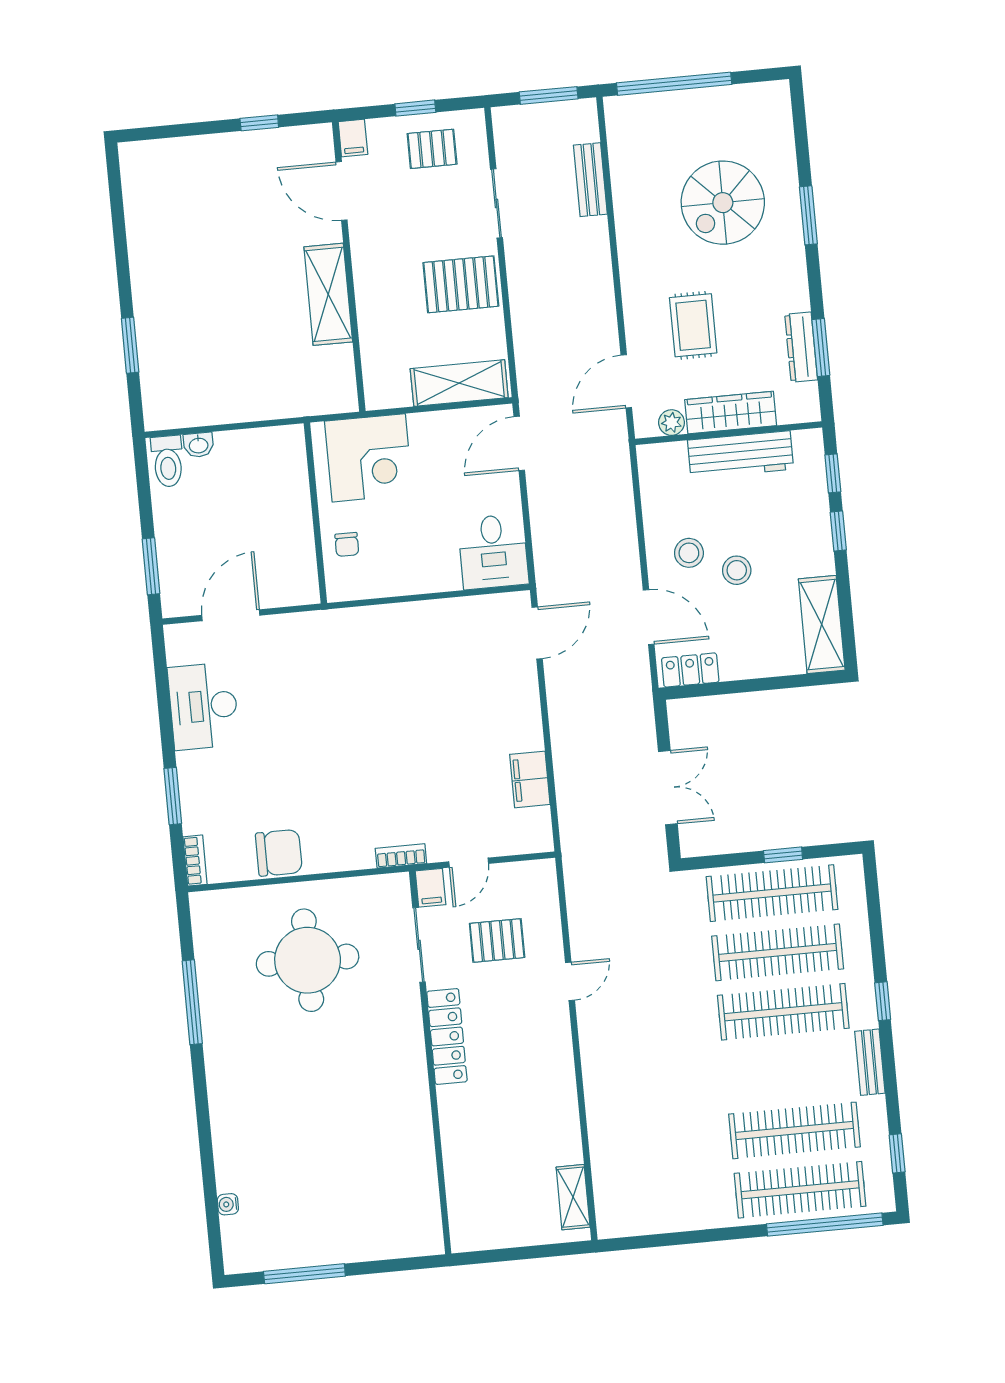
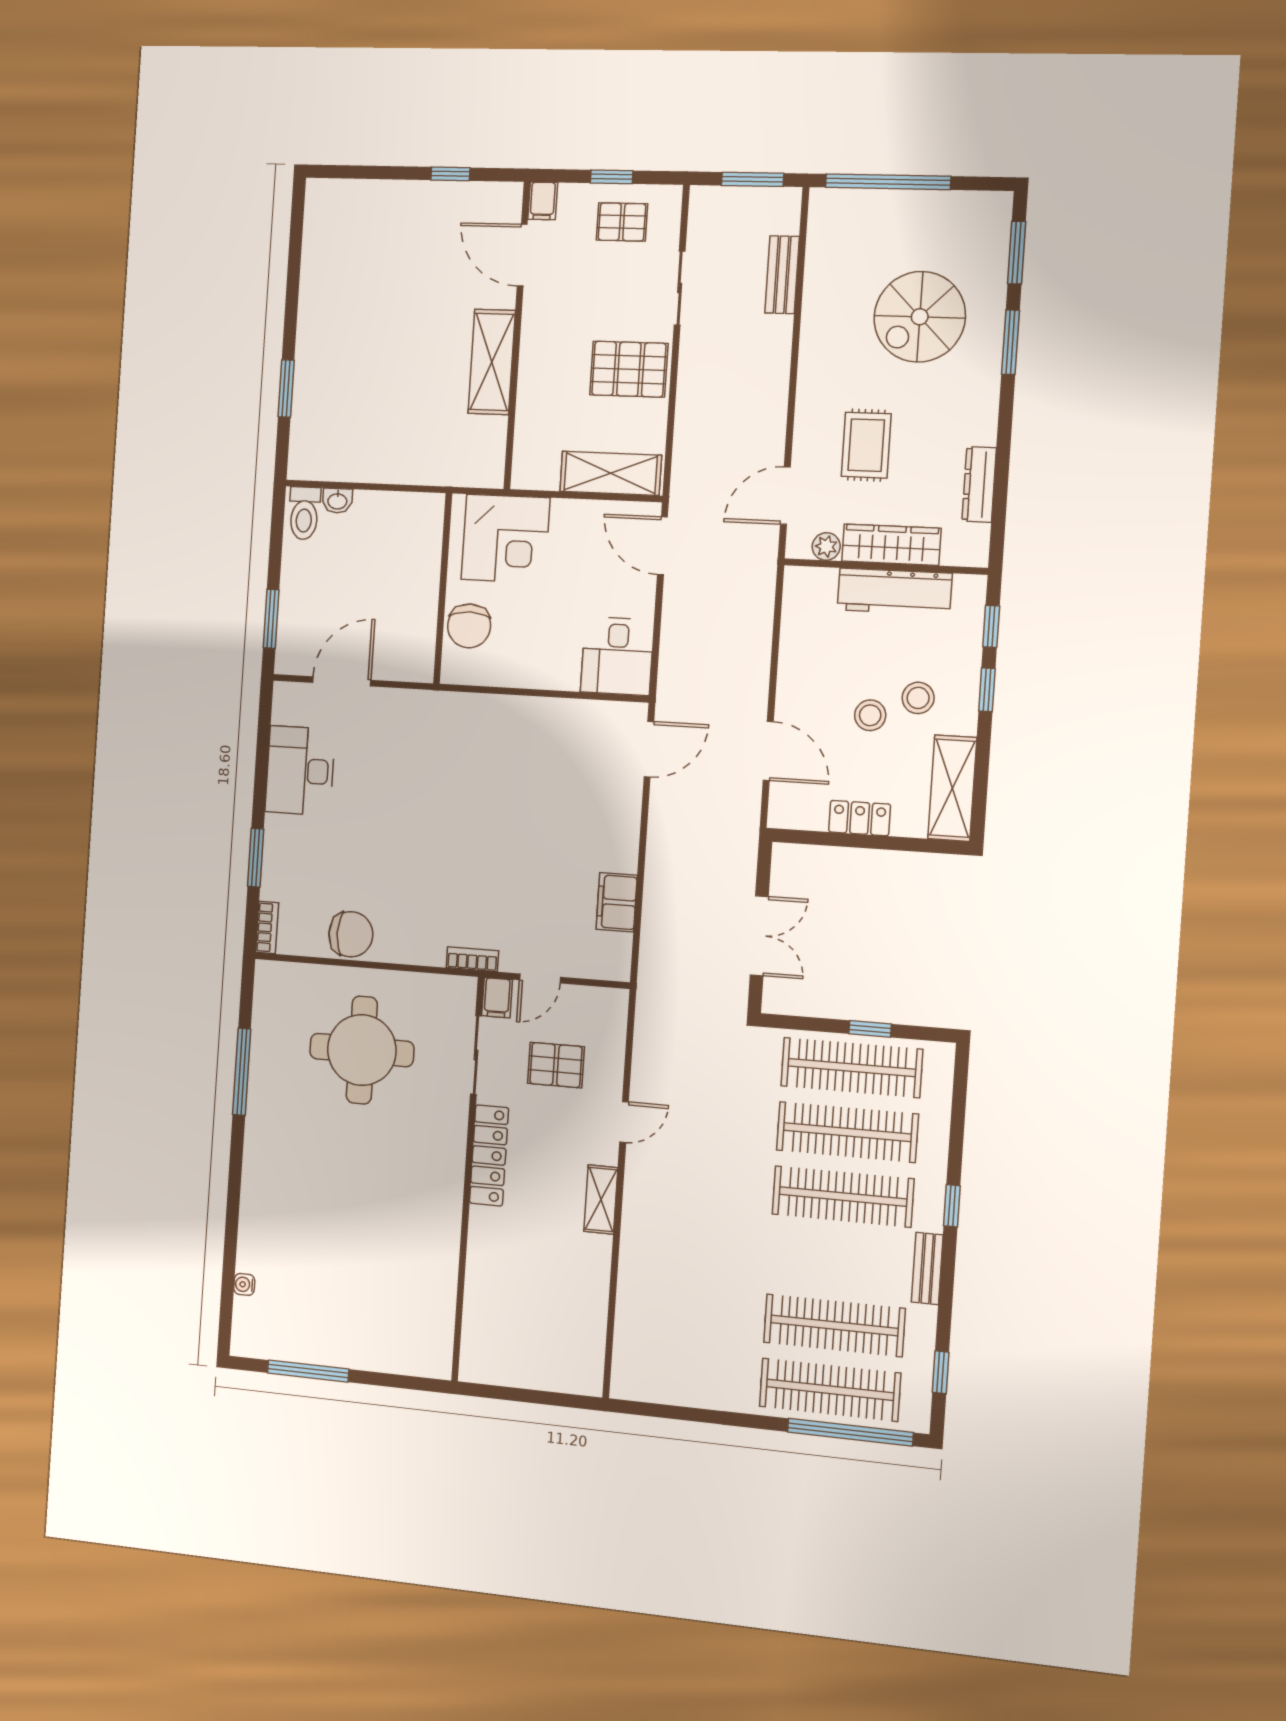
window: (821, 347) -> (1017, 253), moved
door: (519, 443) -> (662, 546), hinge flipped
chair: (347, 544) -> (469, 626), width x1.87, depth x1.87
stool: (689, 553) -> (918, 698), moved
locker: (690, 670) -> (860, 818), moved
shelving: (573, 1197) -> (601, 1200), moved

